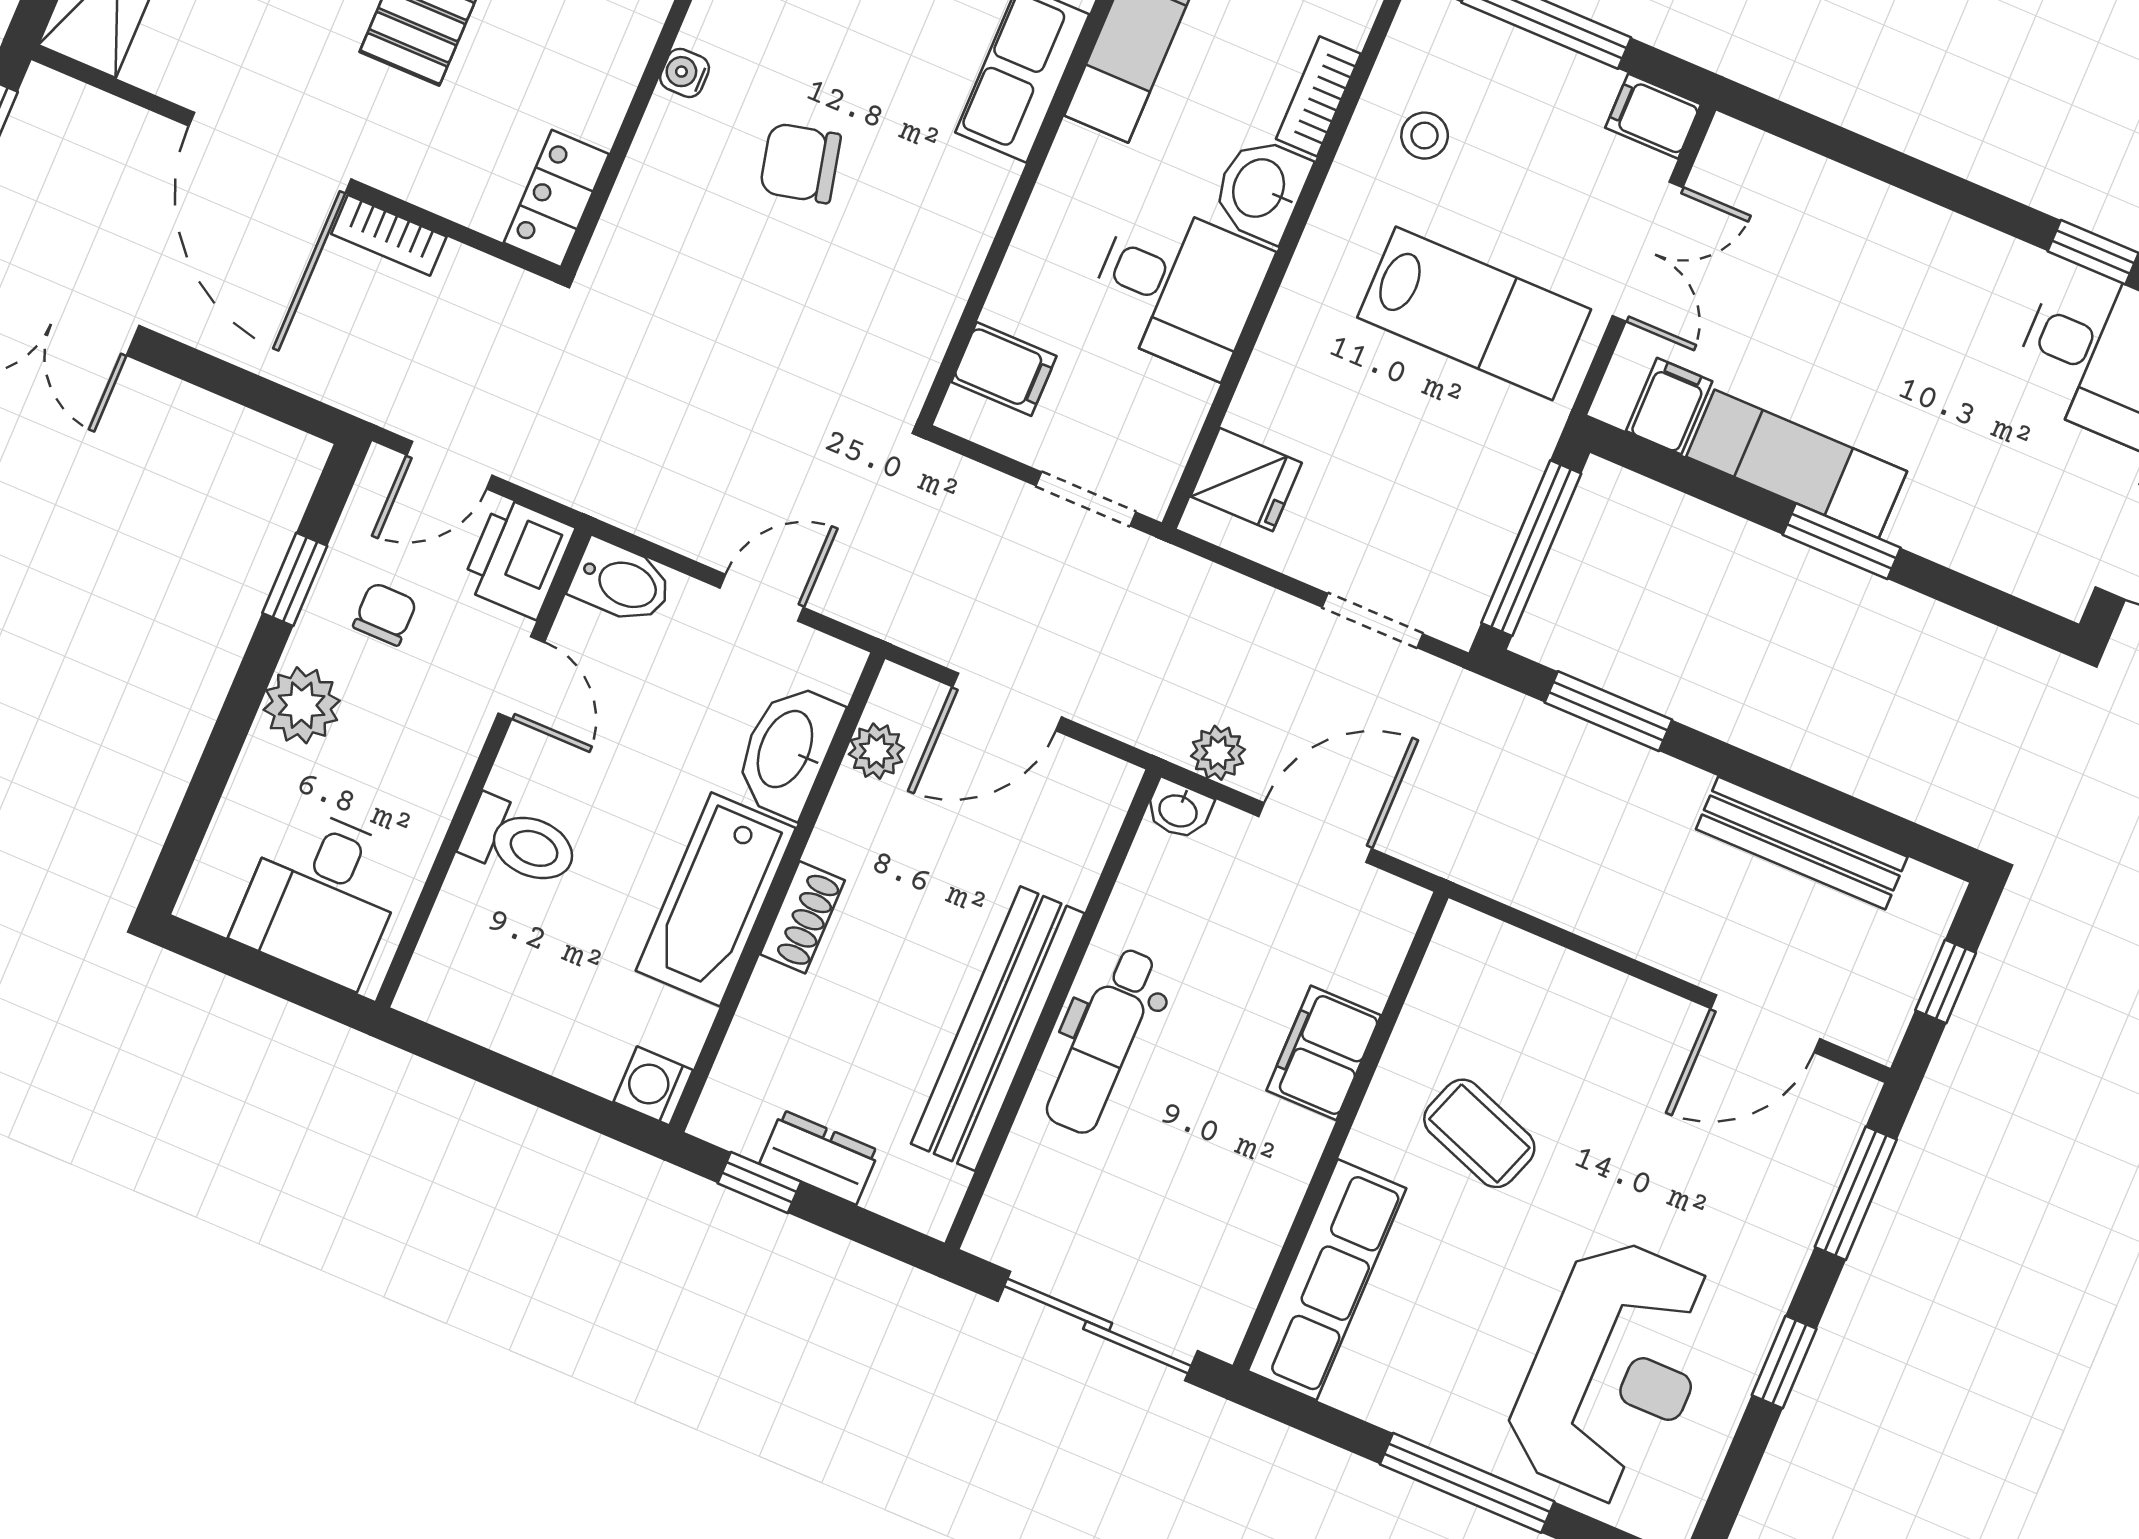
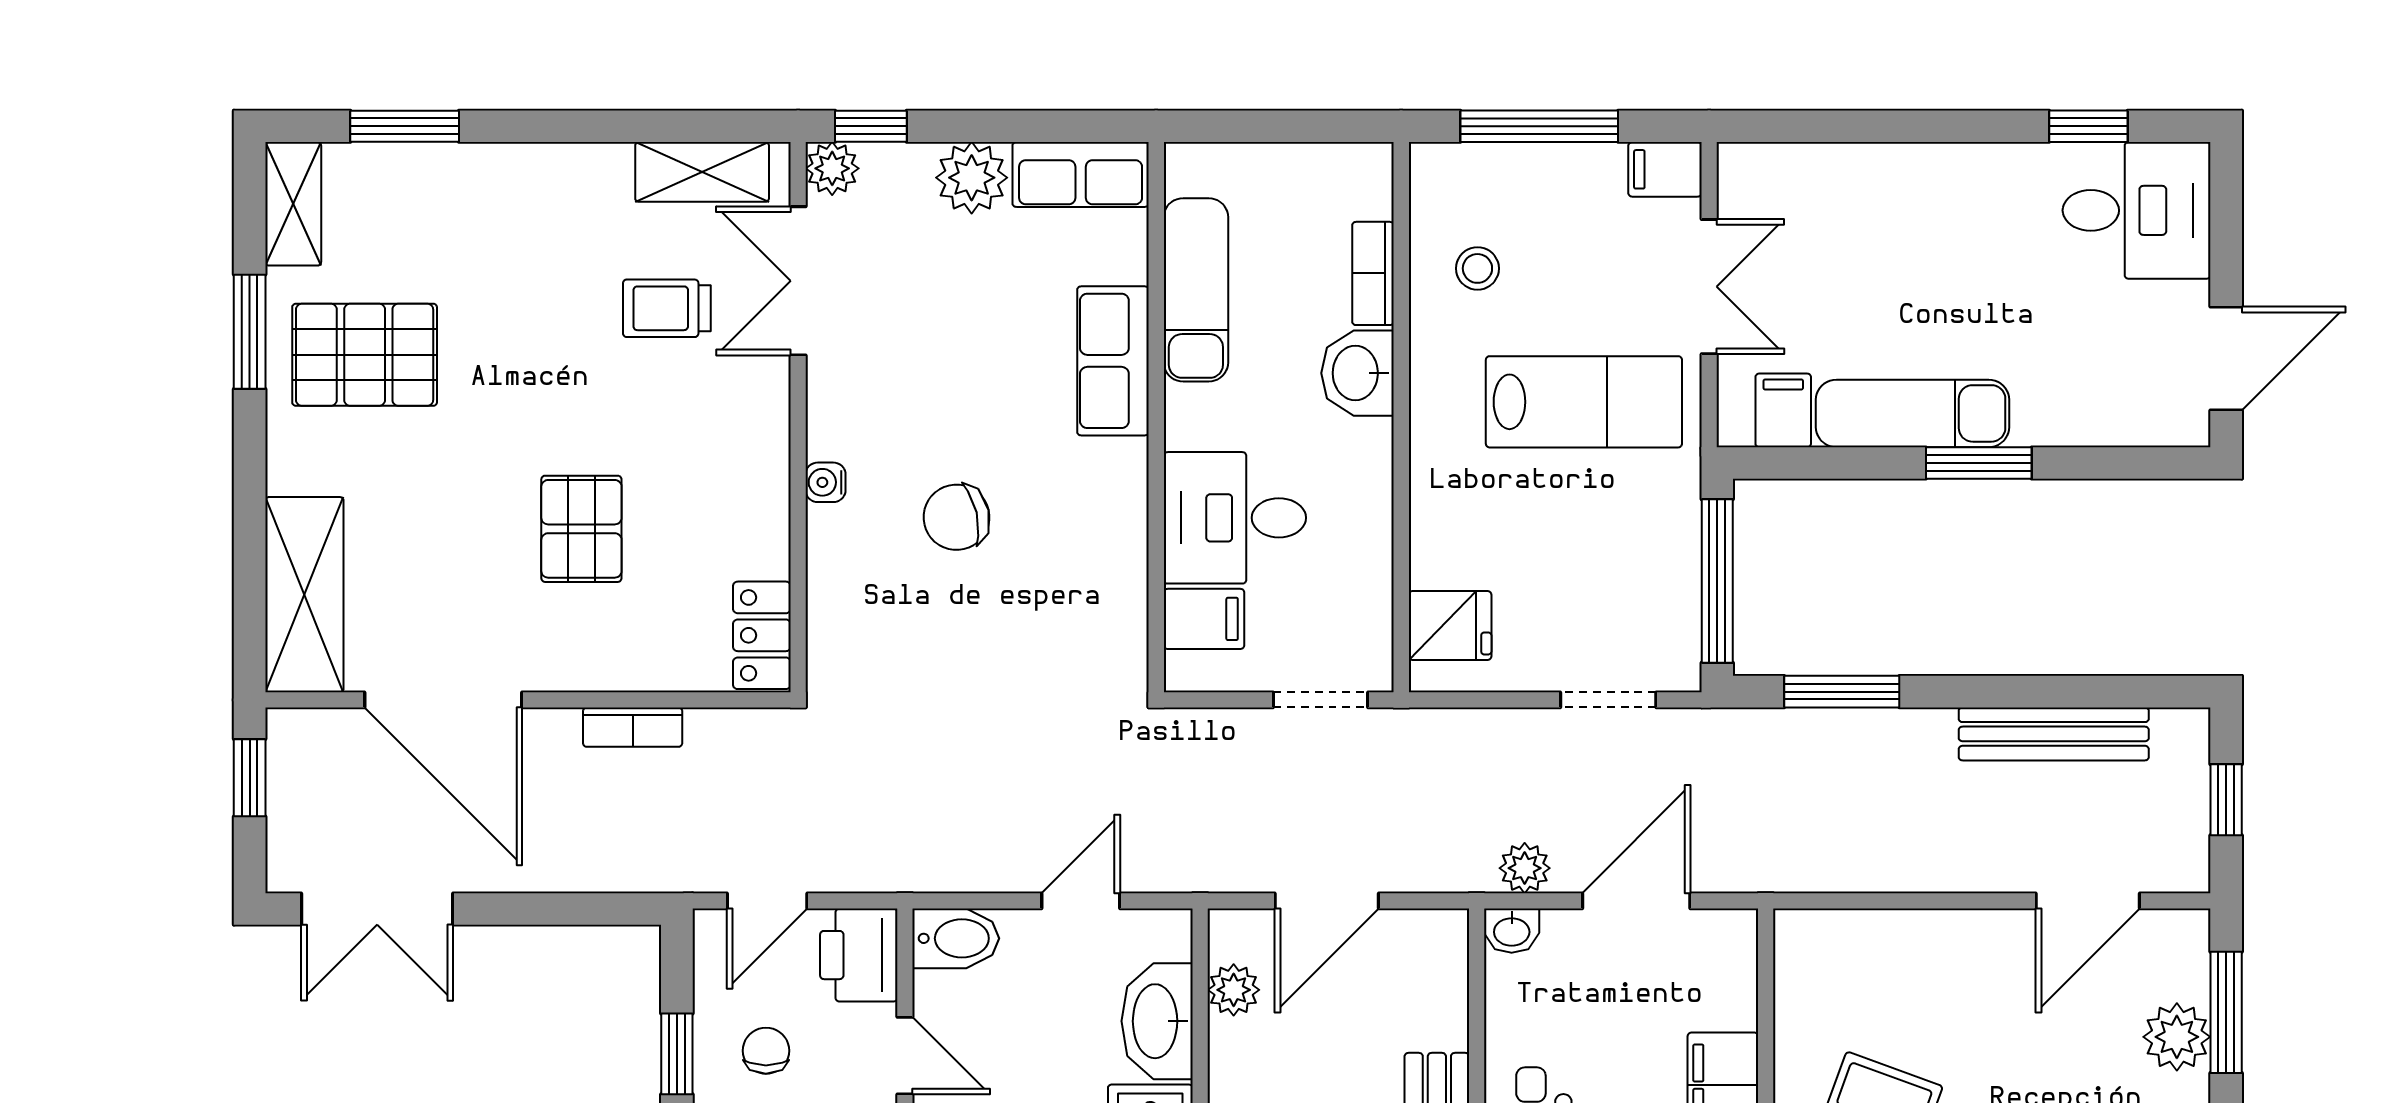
door: (270, 153) -> (443, 700), moved
desk: (1178, 288) -> (1235, 518), moved, turned 180
plant: (1796, 1197) -> (2177, 1037), added

